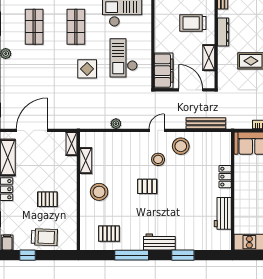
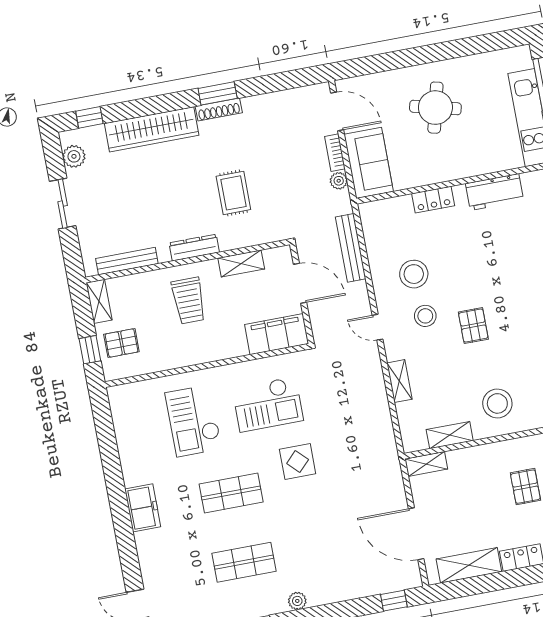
door: (191, 90) -> (300, 283), swing flipped
plant: (116, 124) -> (339, 181), moved
shelving: (123, 137) -> (399, 381), added
stool: (181, 146) -> (414, 274), moved

